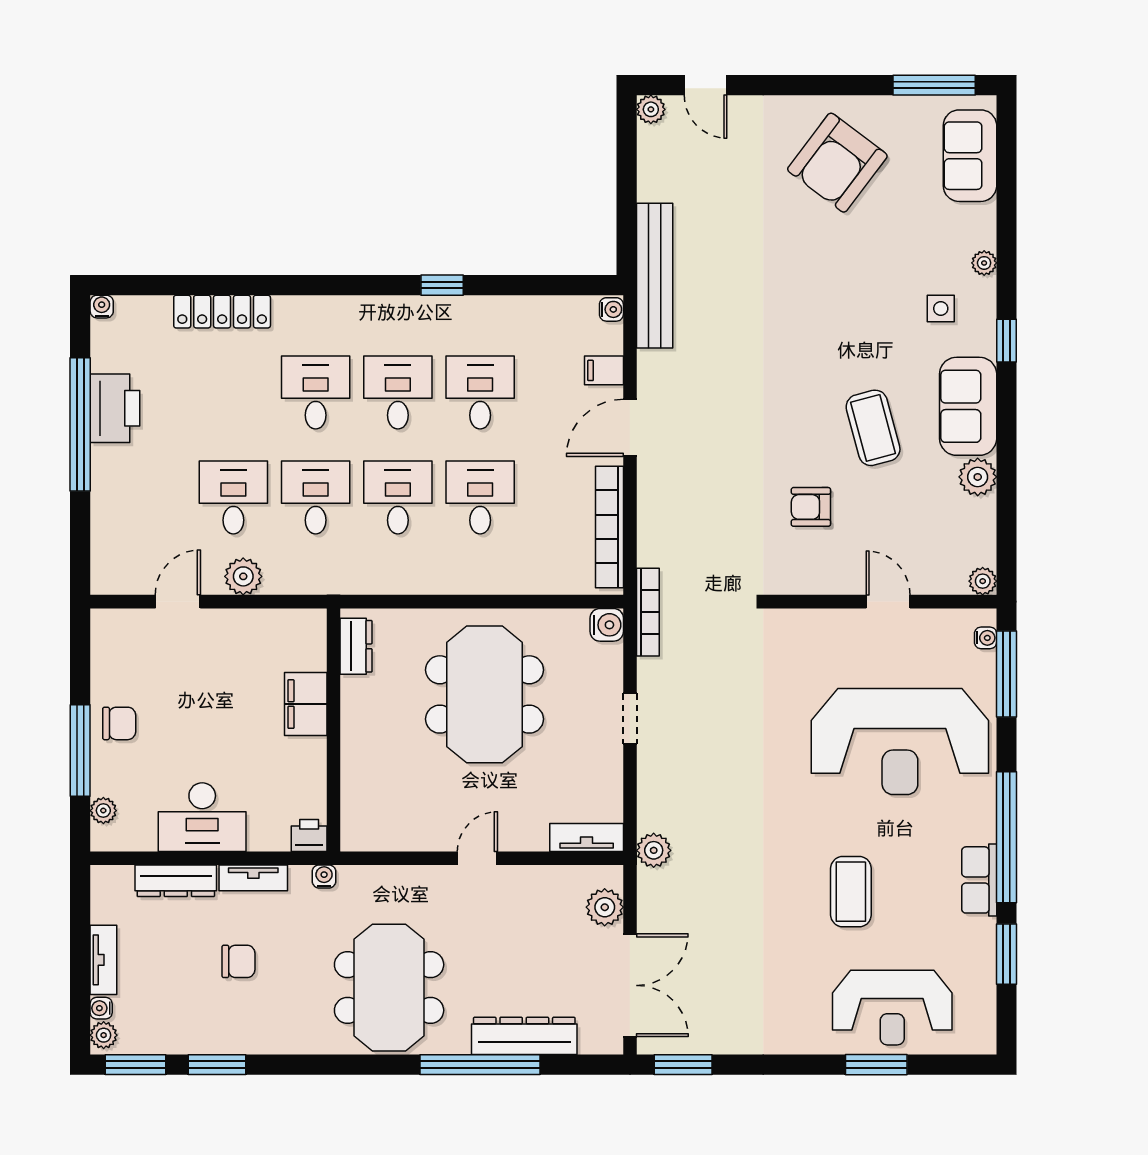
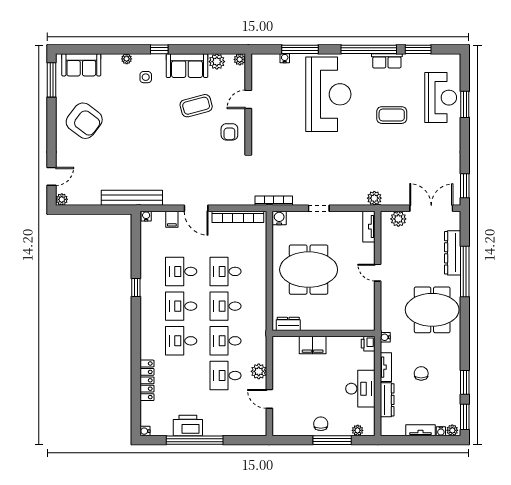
plant: (983, 581) -> (240, 59), moved
wall: (883, 602) -> (248, 101), moved
door: (888, 602) -> (248, 99), moved

